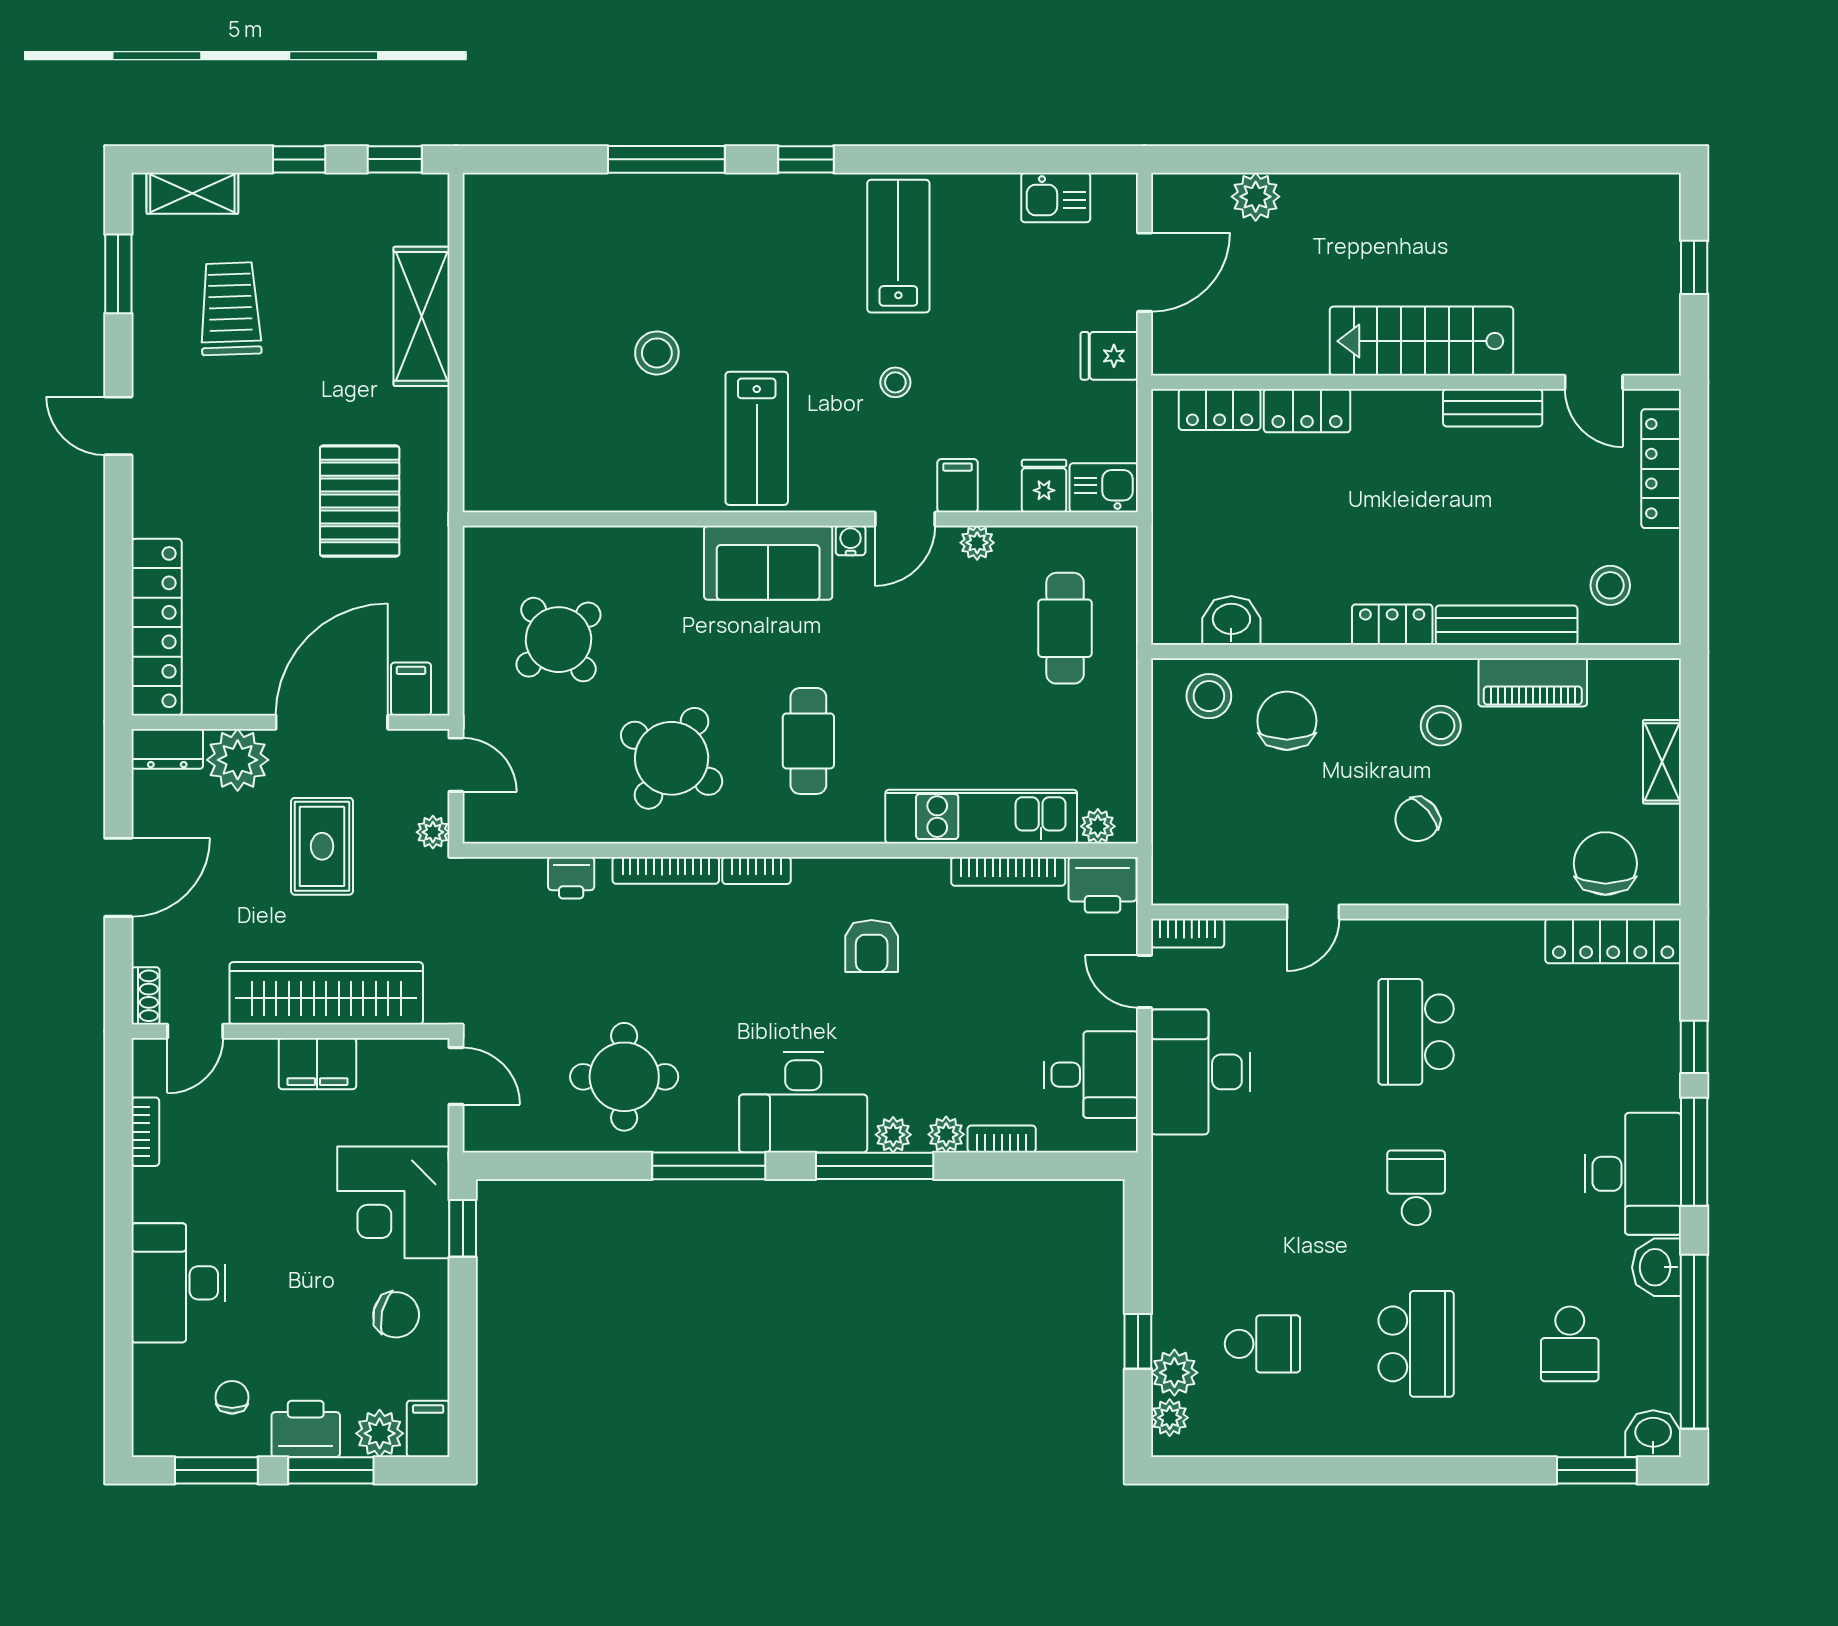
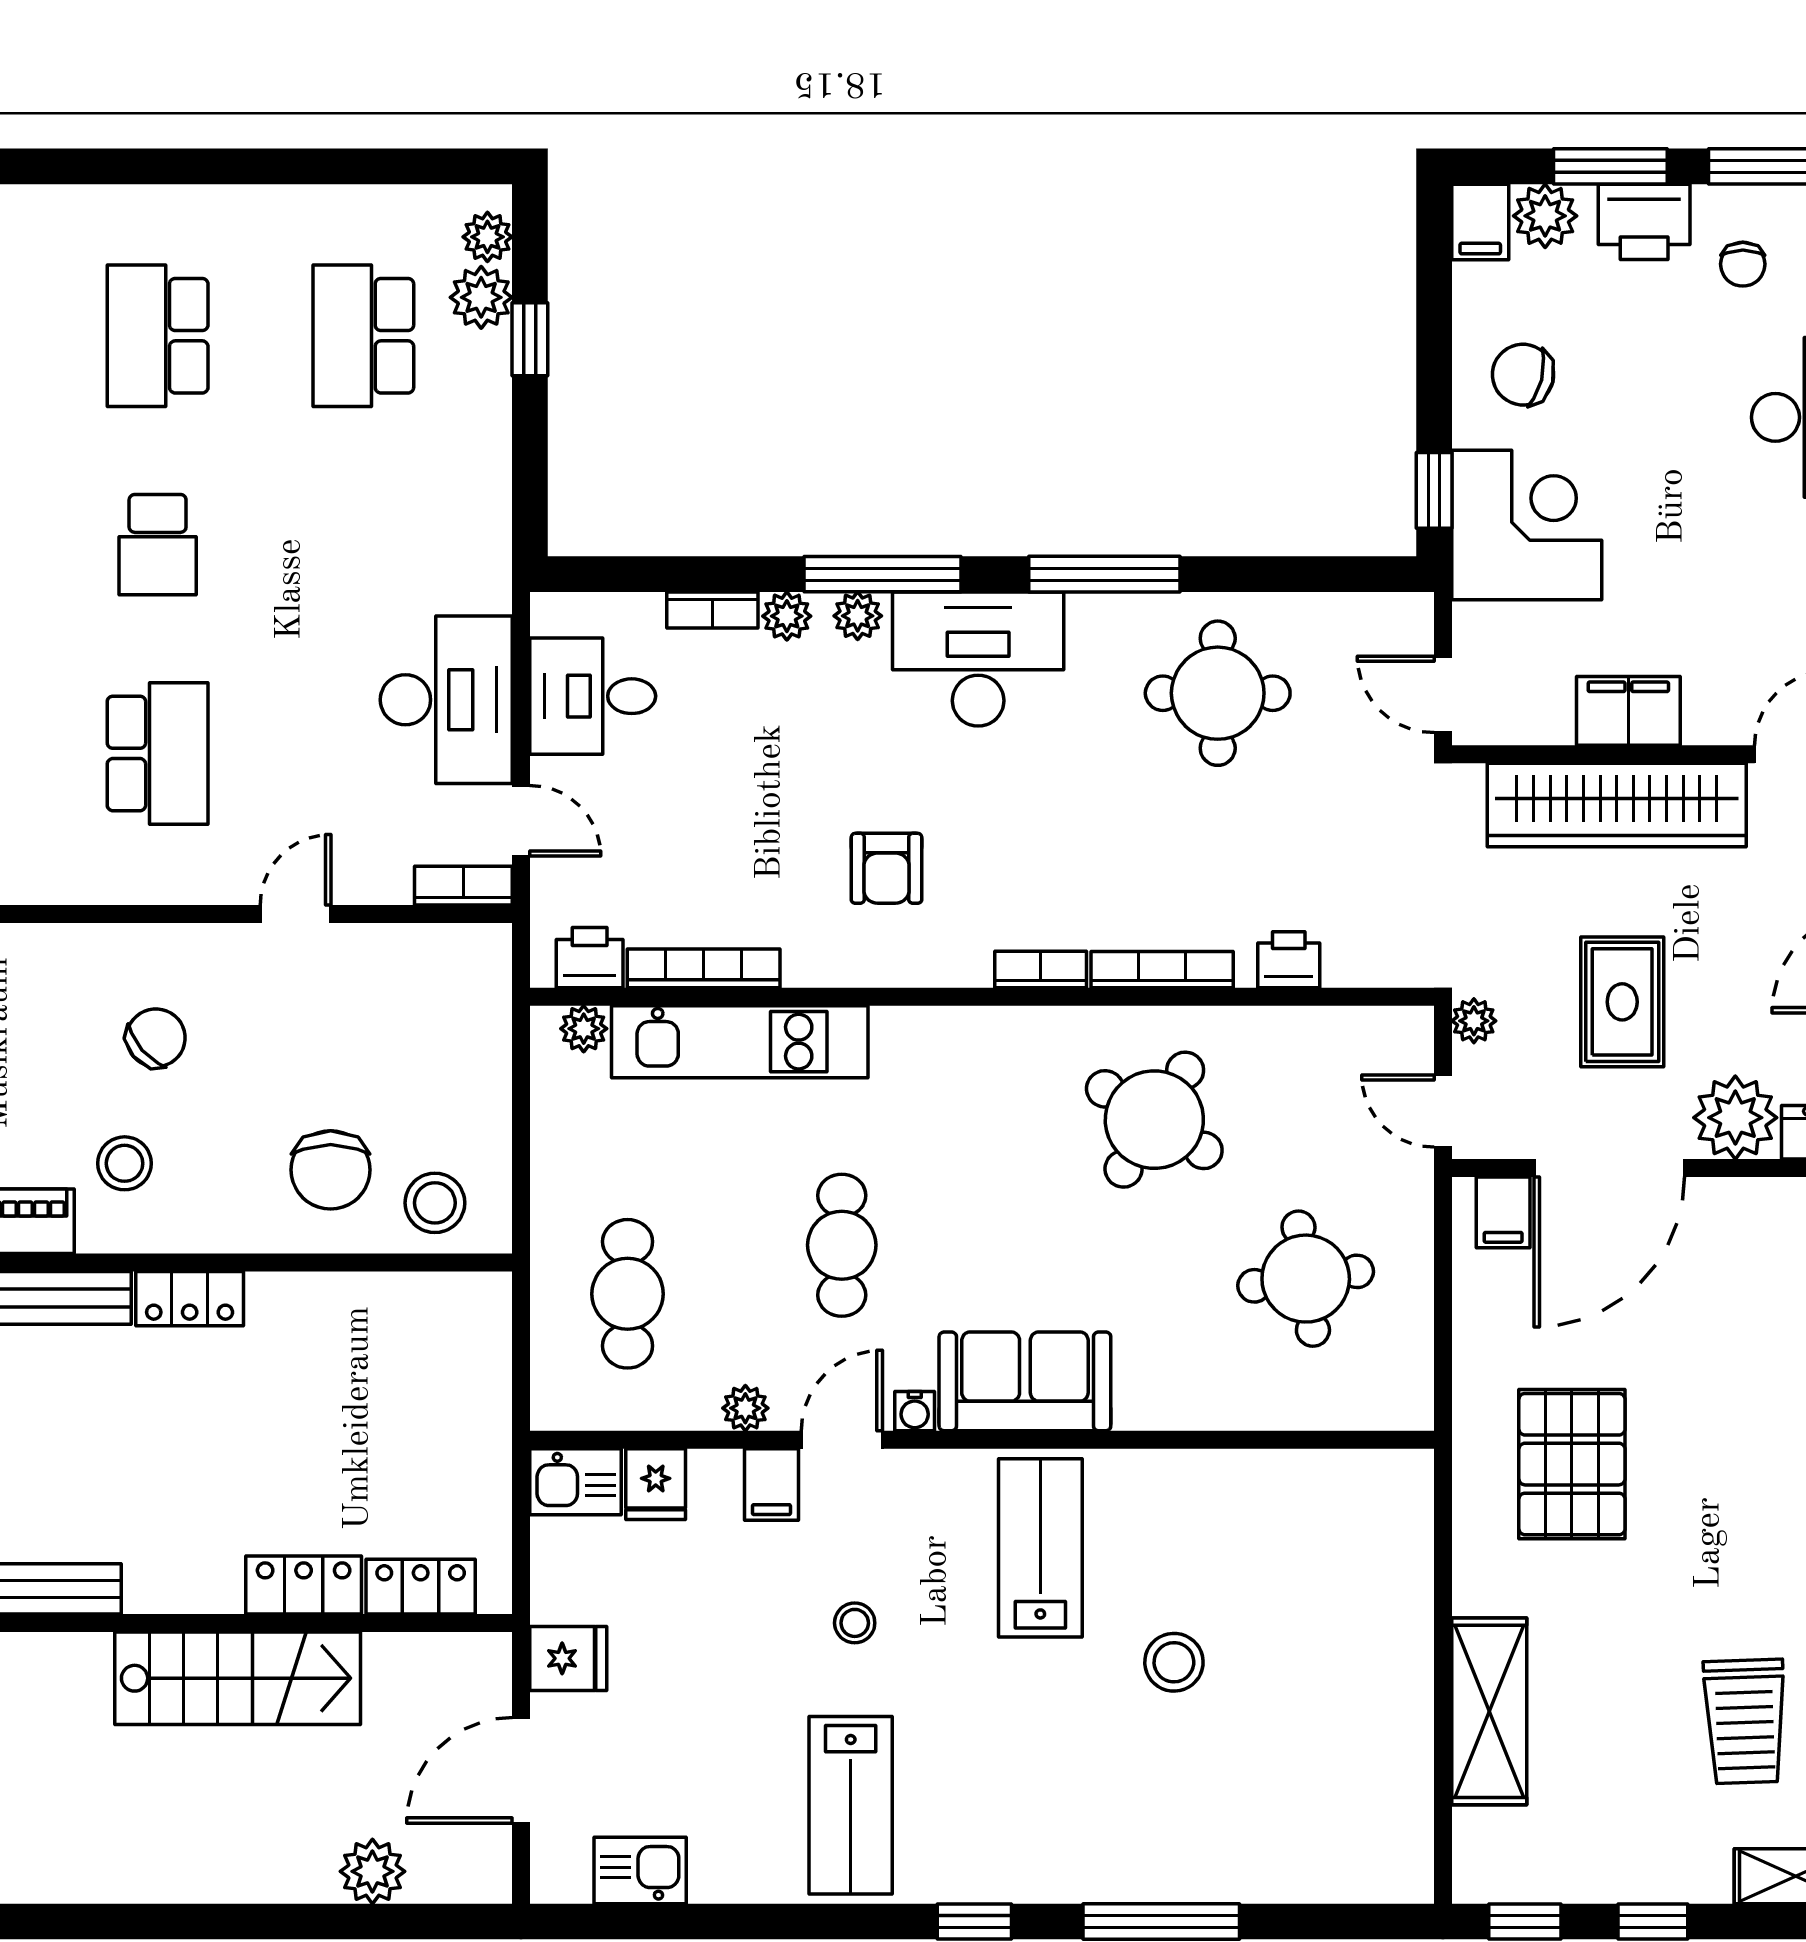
stairs: (1421, 341) -> (238, 1678), moved
washbasin: (1231, 620) -> (405, 1304), removed
round table: (558, 640) -> (1306, 1279), turned 32
cafe table: (808, 741) -> (842, 1245), moved
printer: (1102, 885) -> (590, 958), width x0.73, depth x0.81
armchair: (872, 946) -> (886, 868), turned 180
school desk: (1262, 1344) -> (363, 336), width x1.85

